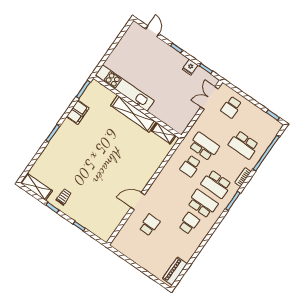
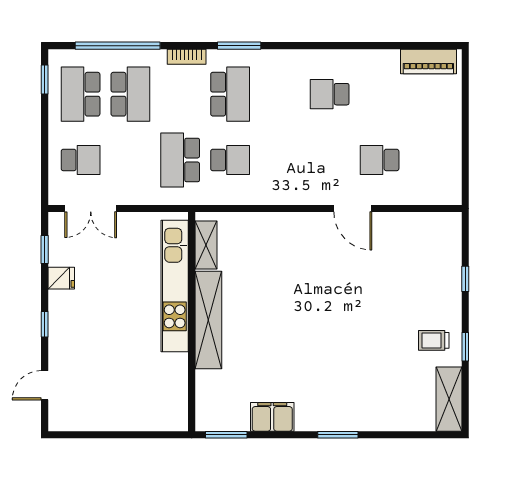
kitchen unit: (125, 88) -> (175, 286), moved
school desk: (203, 204) -> (81, 94), moved

